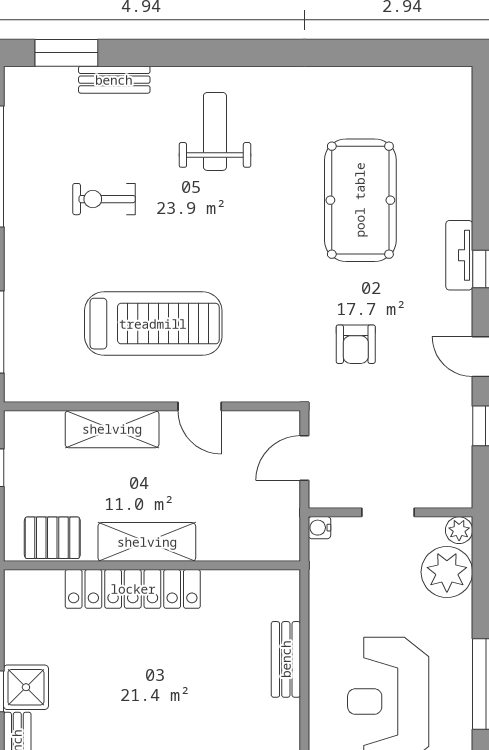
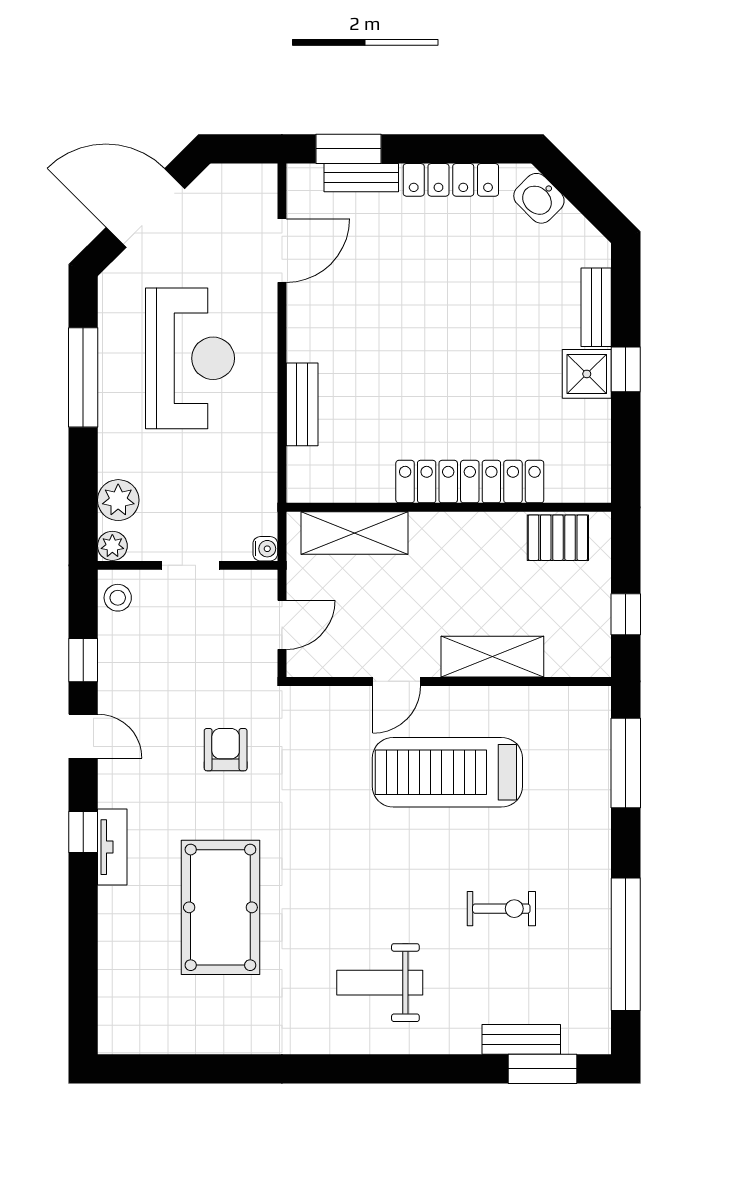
bench: (114, 80) -> (521, 1039), moved
weight bench: (215, 131) -> (380, 983), turned 90
door: (200, 406) -> (397, 681), swing flipped
stool: (454, 483) -> (118, 598), added
shelving: (147, 542) -> (354, 533), moved
plant: (447, 572) -> (118, 500), width x0.73, depth x0.73

